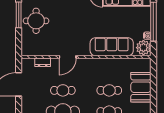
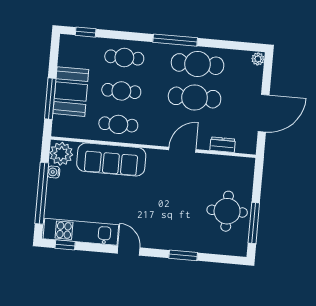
cafe table: (109, 69) -> (118, 124), added
window: (153, 82) -> (50, 99), added
cafe table: (63, 90) -> (195, 98), width x1.37, depth x1.35

